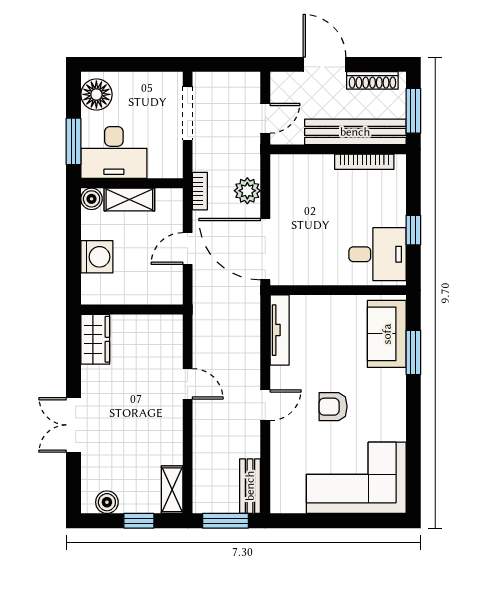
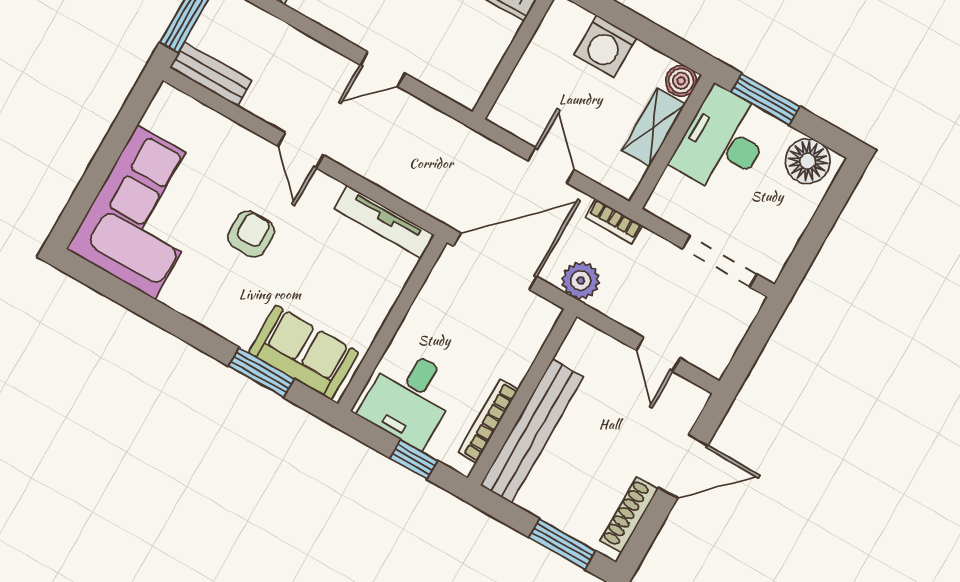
bench: (355, 132) -> (532, 431), moved
wall: (338, 149) -> (522, 397), moved
bookcase: (364, 162) -> (488, 421), moved

